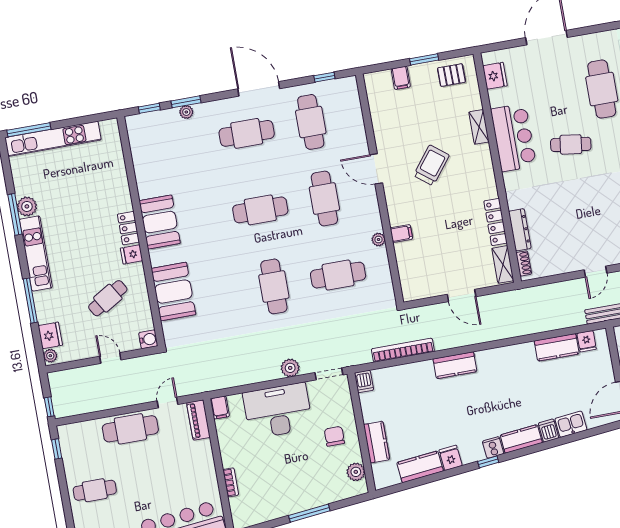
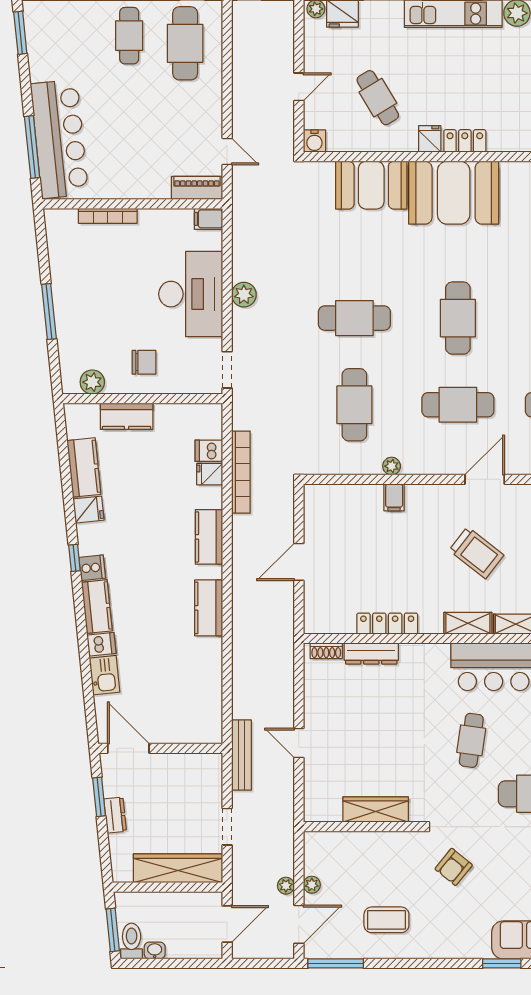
booth: (160, 222) -> (454, 193), width x1.36, depth x1.42
shelving: (503, 264) -> (468, 623), moved
fridge: (587, 341) -> (210, 474), moved
kitchen counter: (557, 347) -> (209, 608), moved
plant: (290, 368) -> (244, 295), moved
dishwasher: (364, 381) -> (209, 451), moved
cafe table: (130, 429) -> (185, 43), moved
bookcase: (231, 482) -> (108, 216), width x1.56

